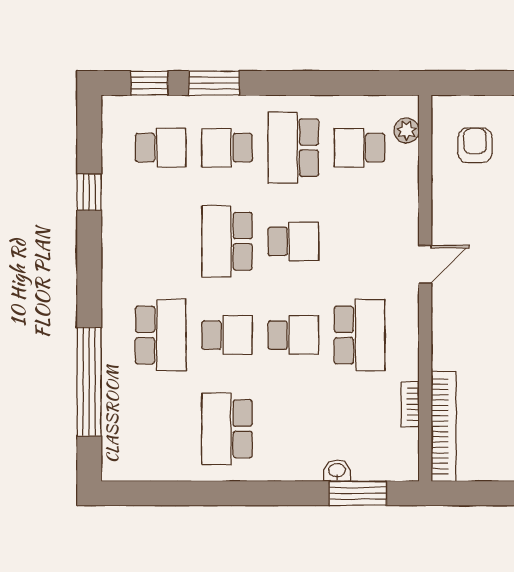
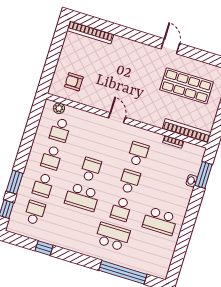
school desk: (293, 148) -> (52, 158), width x0.54
school desk: (227, 335) -> (121, 209), turned 180
school desk: (360, 335) -> (138, 154), width x0.54

